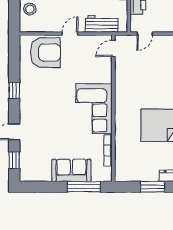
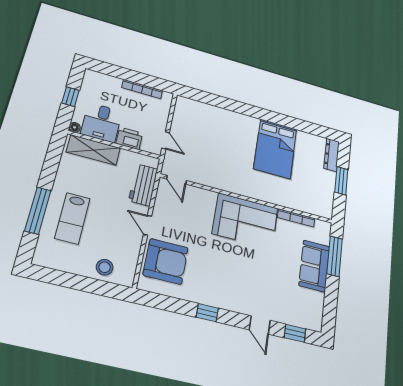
armchair: (45, 52) -> (166, 261), turned 90

